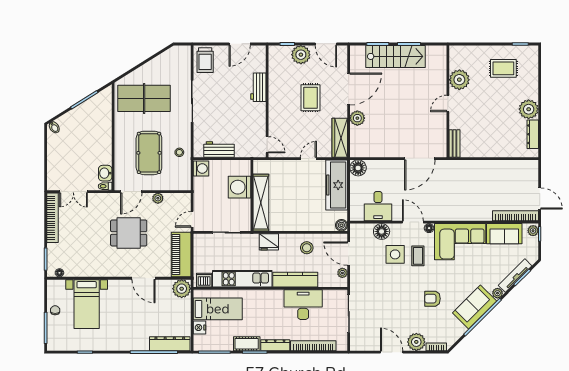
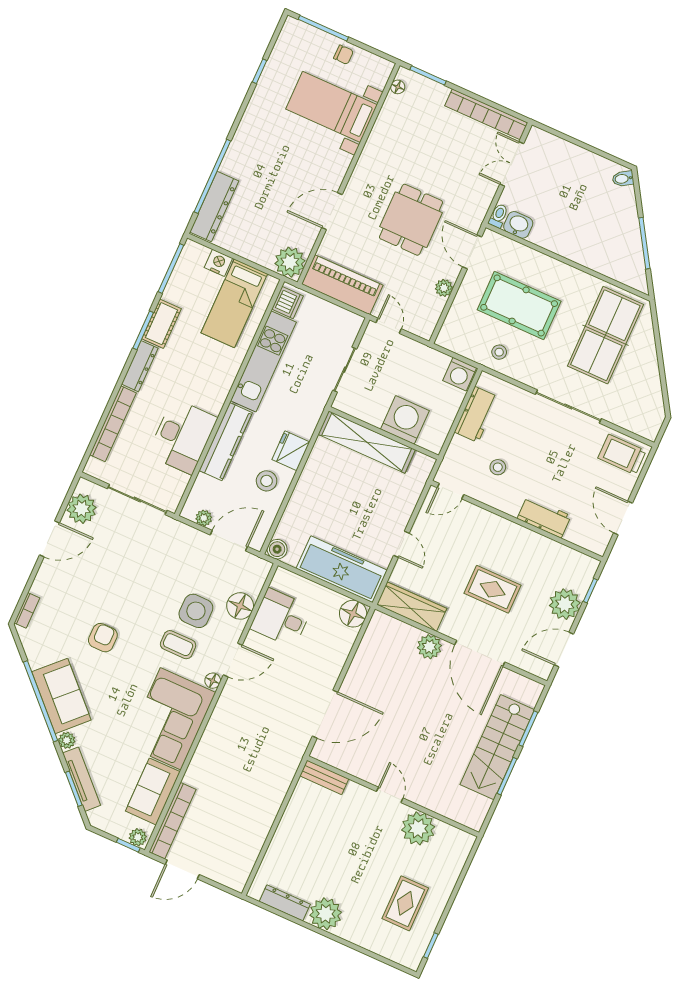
stool: (243, 125) -> (498, 467), added
door: (420, 159) -> (325, 714), swing flipped
fridge: (269, 242) -> (291, 451), moved
plant: (416, 342) -> (82, 509), moved

